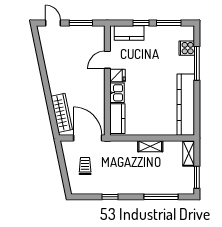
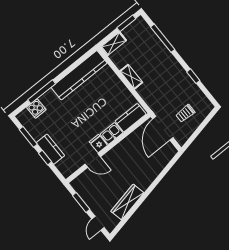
kitchen counter: (129, 33) -> (50, 149), moved
wardrobe: (62, 113) -> (127, 202), moved

